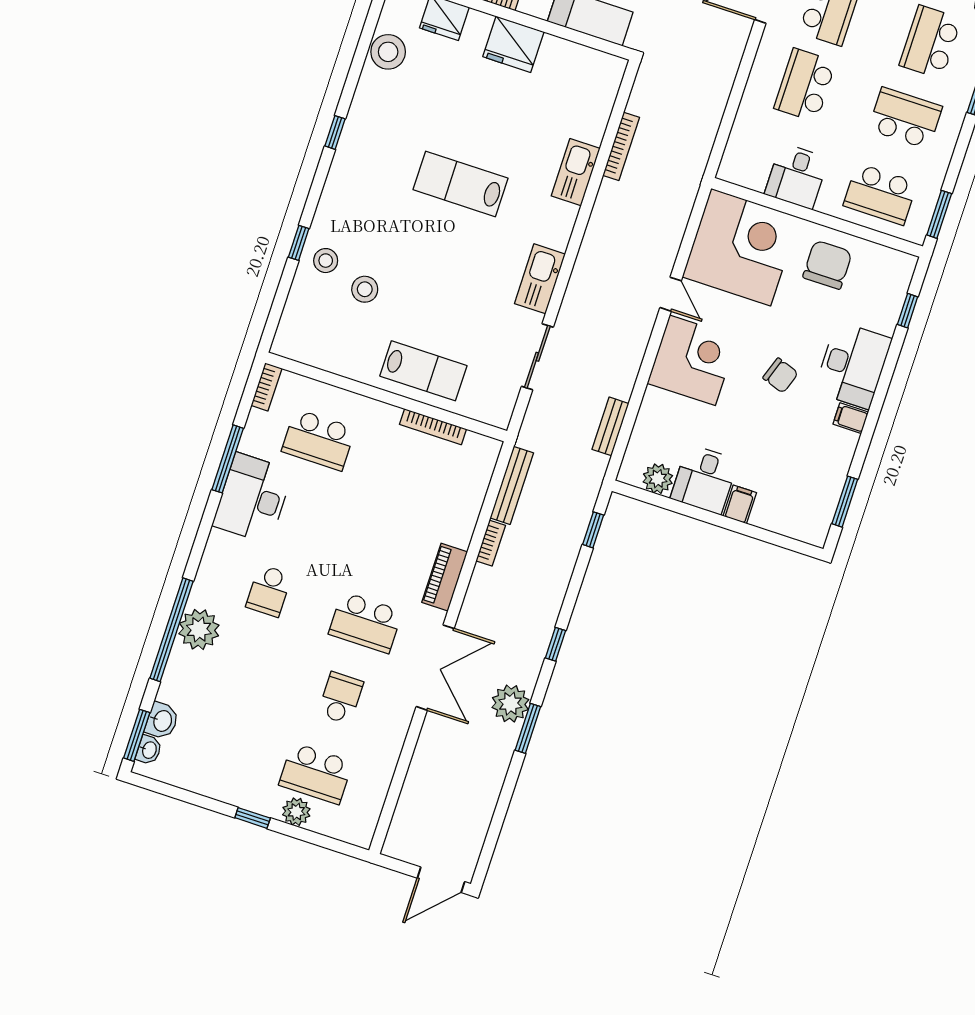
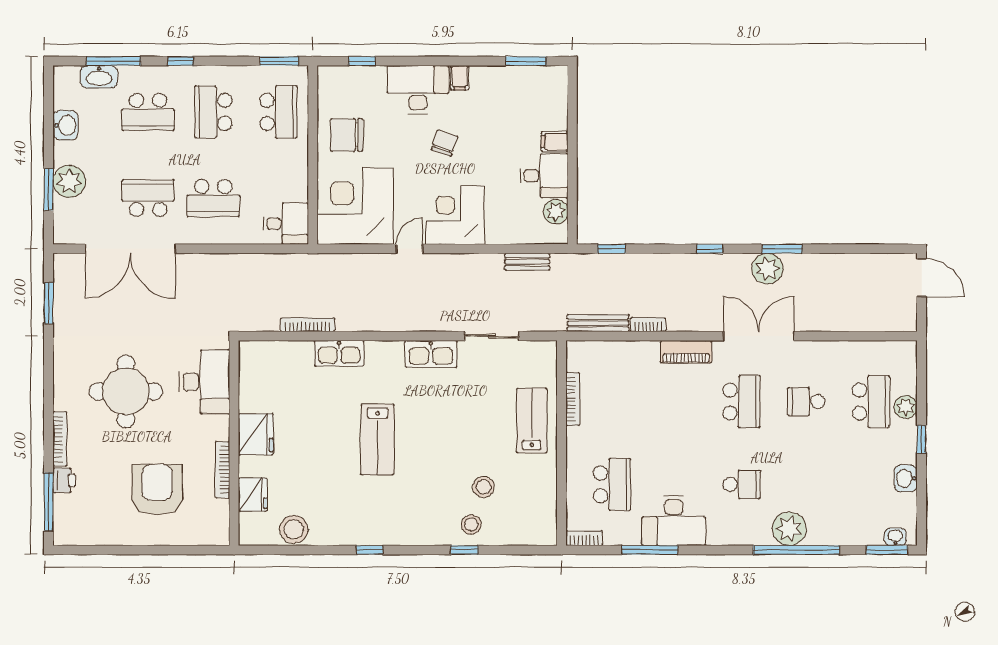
desk: (797, 176) -> (286, 224), moved
washbasin: (162, 721) -> (906, 478), moved, turned -90

